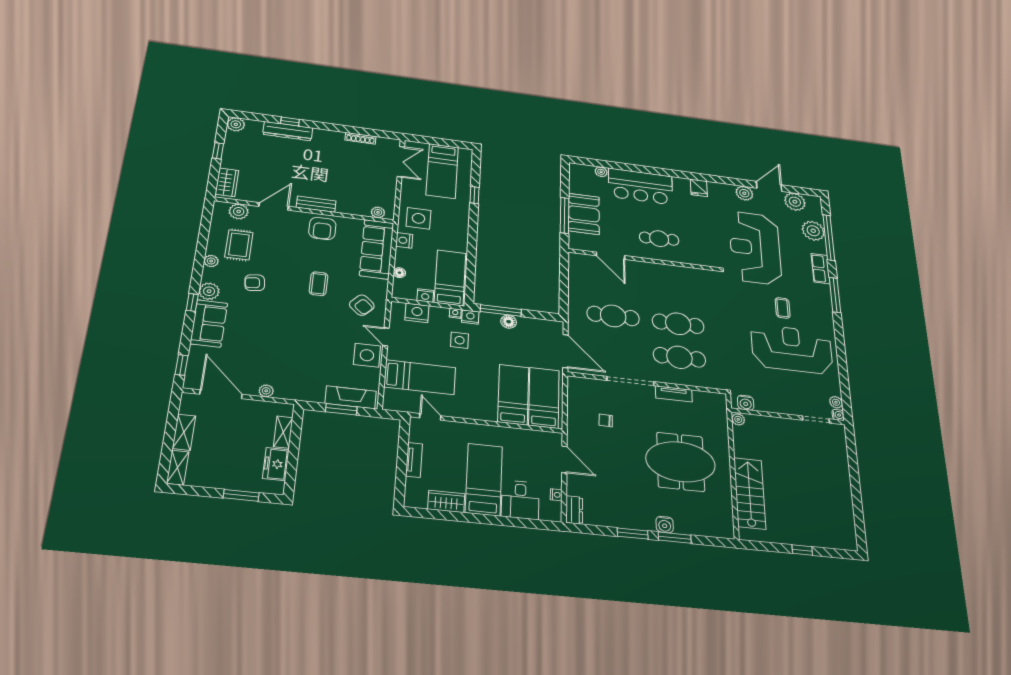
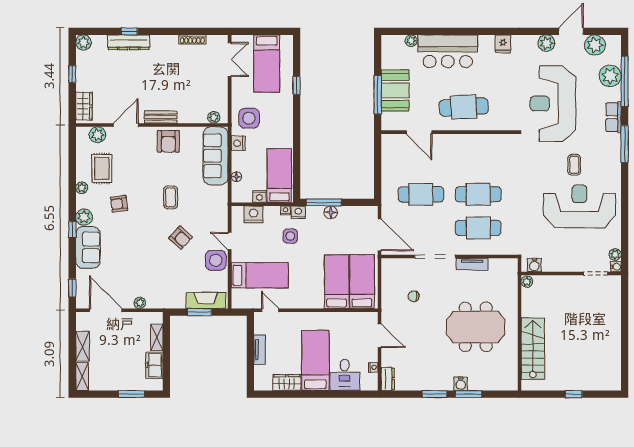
cafe table: (659, 239) -> (464, 107), width x1.37, depth x1.35
armchair: (362, 305) -> (181, 238), moved

